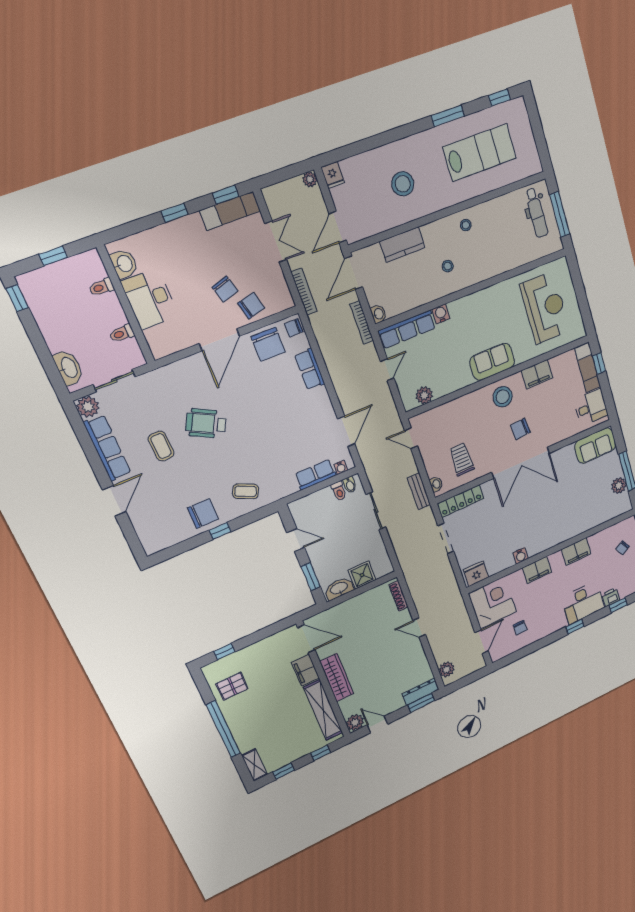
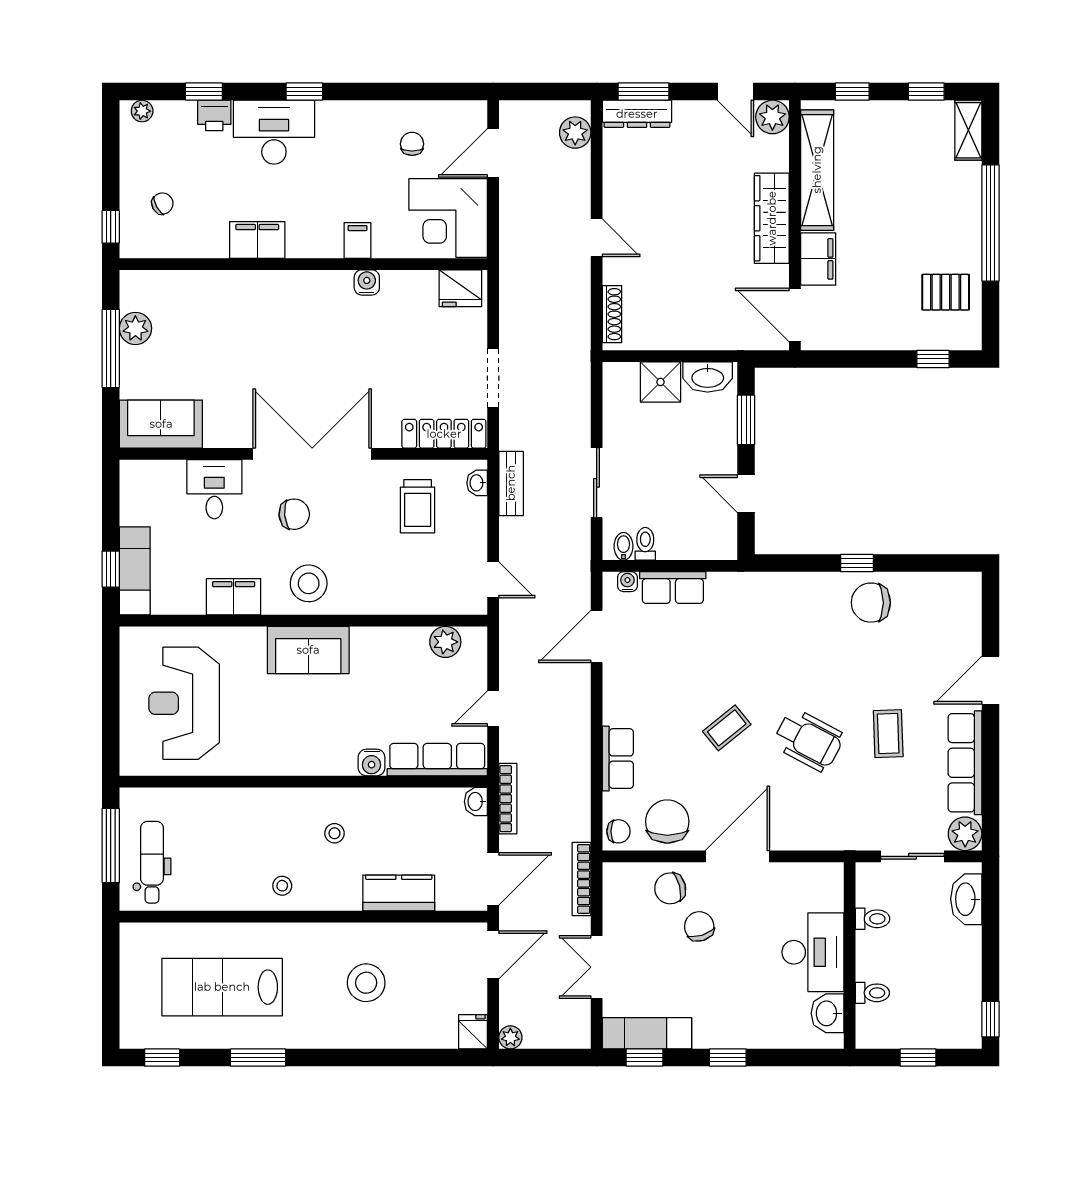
desk: (591, 407) -> (214, 489), moved, turned 90
coffee table: (246, 491) -> (727, 728), moved, turned -65
filing cabinet: (537, 570) -> (357, 240), width x0.50

